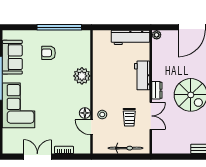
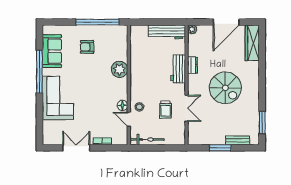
dresser: (157, 90) -> (193, 65), moved
bicycle: (125, 148) -> (147, 140), moved
window: (186, 157) -> (220, 148), added

